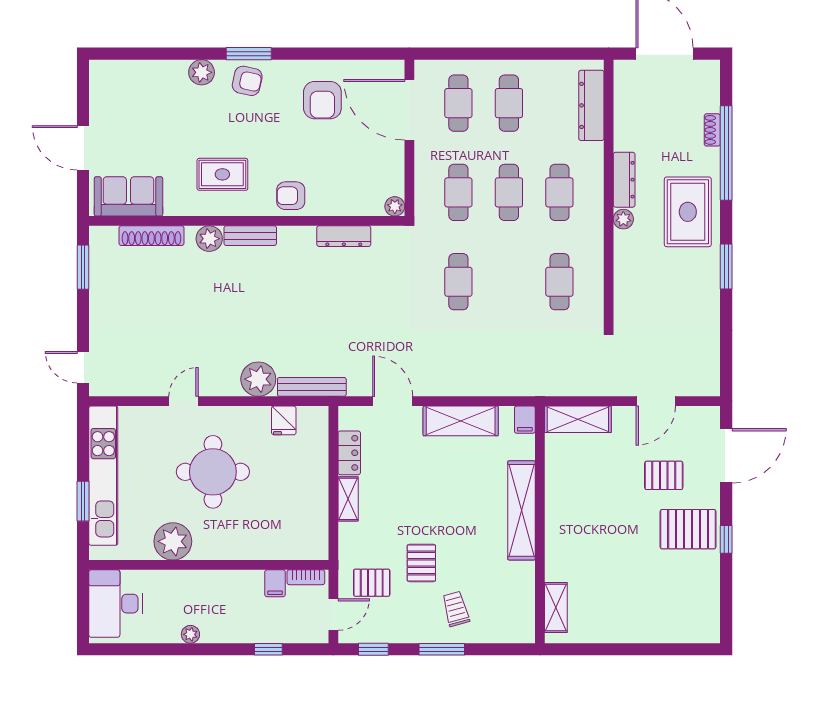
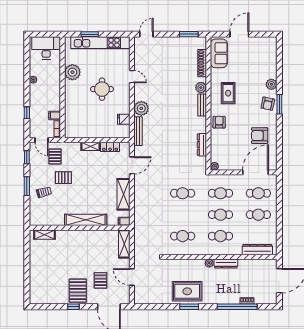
rug: (688, 212) -> (187, 291), moved
round table: (213, 472) -> (102, 89), width x0.73, depth x0.73

